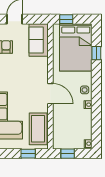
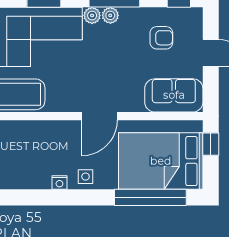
window: (96, 53) -> (150, 197), width x3.17
door: (50, 94) -> (99, 116), moved

